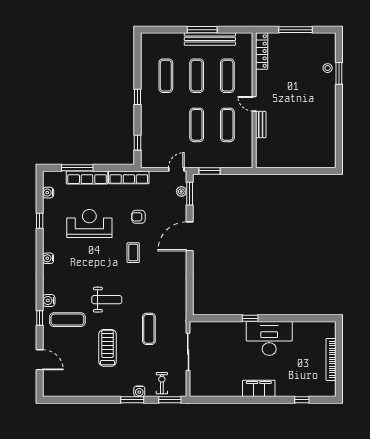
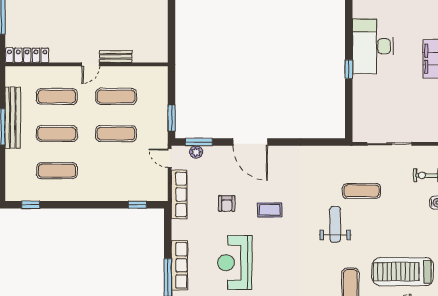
window: (138, 97) -> (31, 205), moved
row of seats: (129, 177) -> (179, 194), moved
weight bench: (107, 300) -> (335, 224), moved
treadmill: (108, 348) -> (403, 272), moved, width x1.37, depth x1.38

